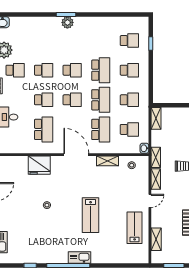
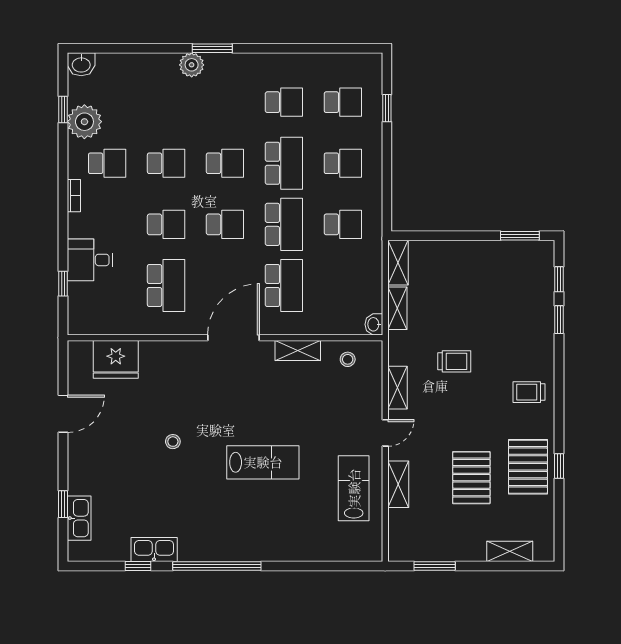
plant: (67, 22) -> (192, 65), moved
school desk: (129, 129) -> (284, 102), moved
door: (76, 155) -> (233, 338), hinge flipped
shelving: (156, 157) -> (397, 308), moved
fridge: (39, 165) -> (116, 359), moved
lab bench: (91, 215) -> (263, 462), turned -90
shelving: (156, 239) -> (398, 484), moved
kitchen sink: (80, 257) -> (154, 550), moved

